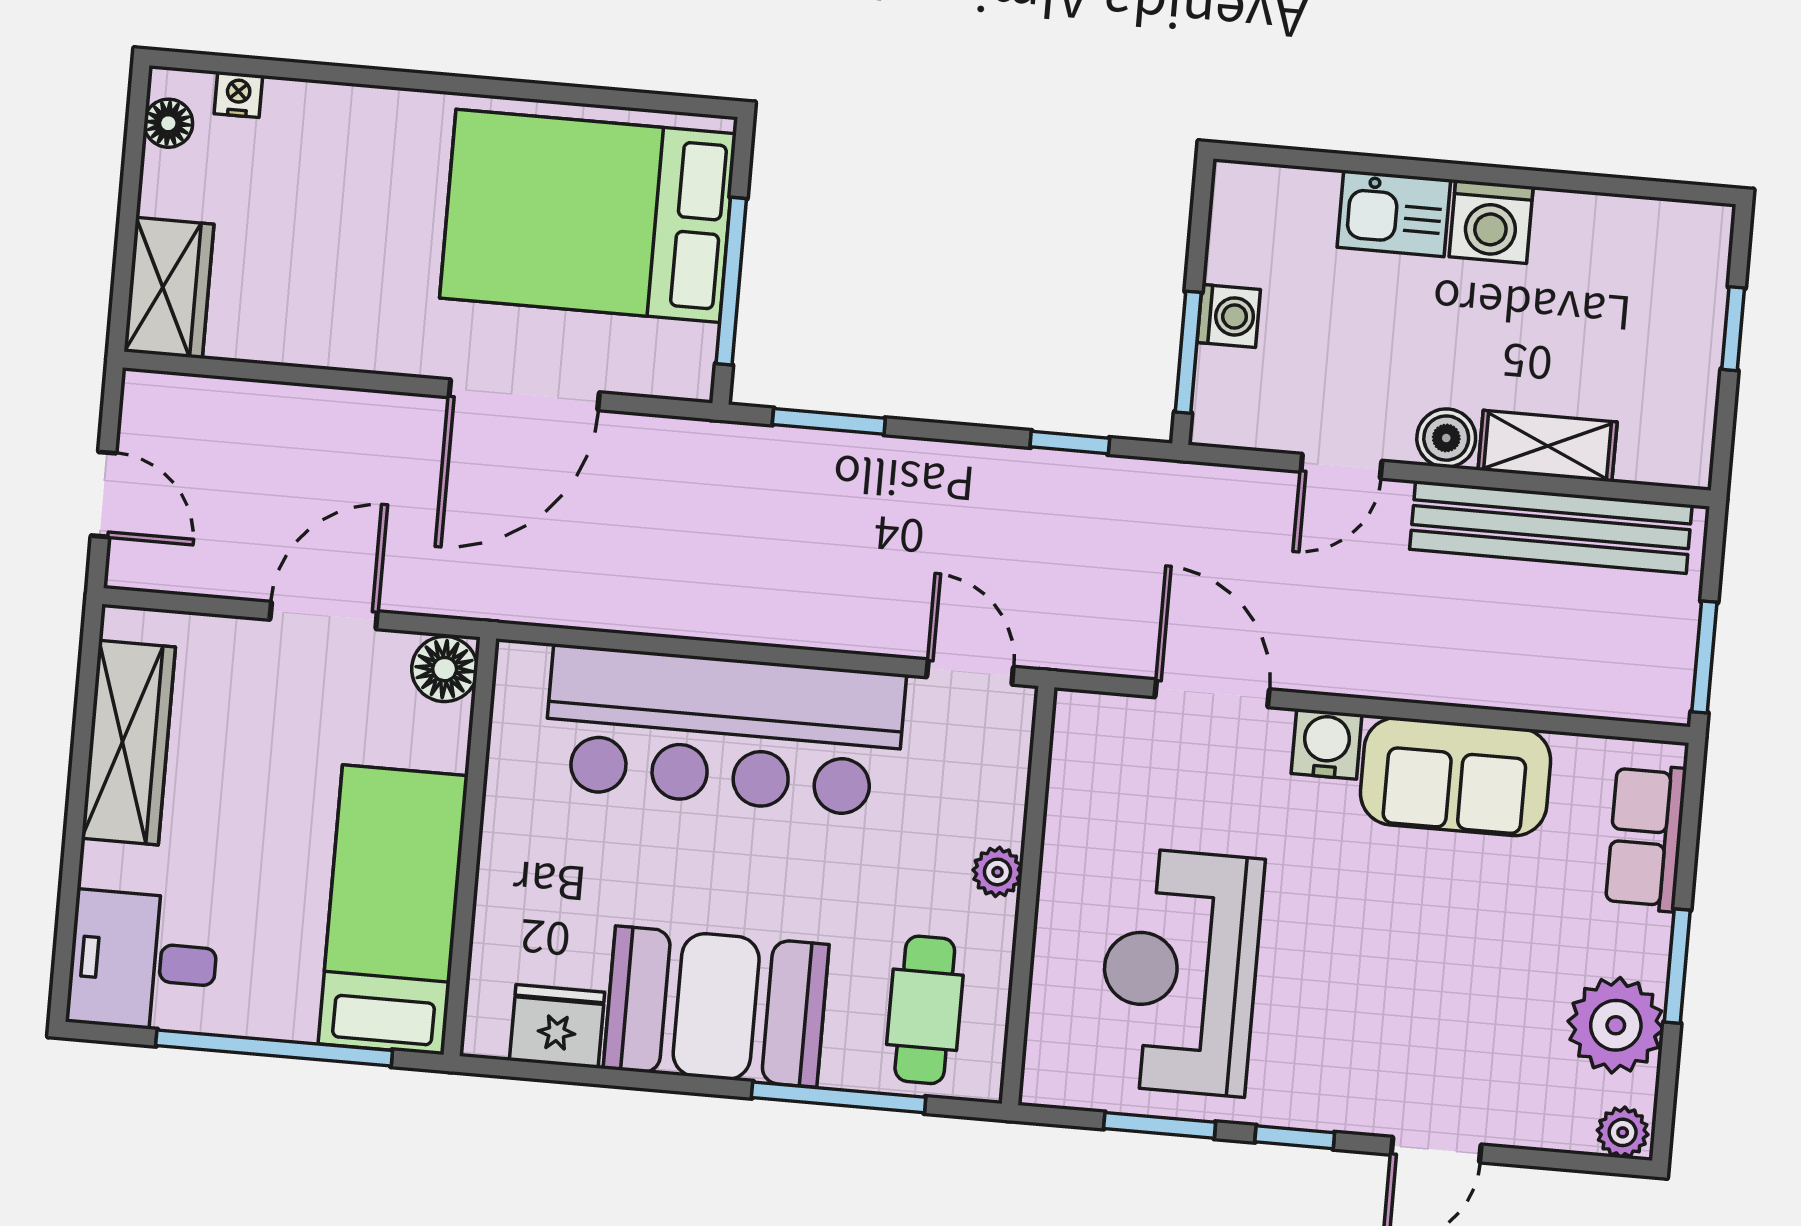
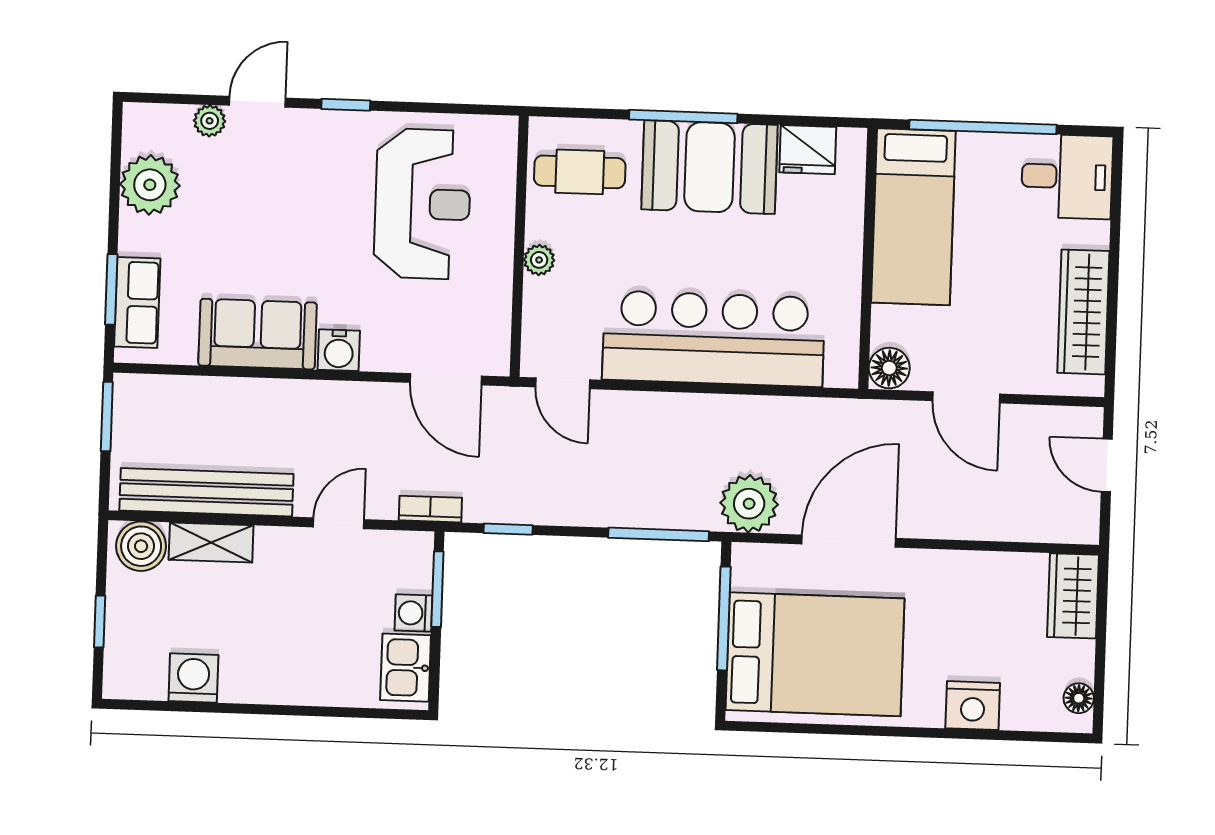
nightstand: (238, 95) -> (973, 706), moved, width x1.89, depth x1.79
kitchen sink: (1394, 213) -> (406, 668), moved, turned -90
washing machine: (1491, 222) -> (193, 678), moved
window: (829, 421) -> (659, 534), width x1.44
boiler: (1446, 438) -> (141, 546), moved, width x1.36, depth x1.36
plant: (681, 463) -> (749, 504), added
bookcase: (1193, 481) -> (430, 509), added
door: (324, 615) -> (966, 397), hinge flipped
door: (1212, 693) -> (446, 379), moved
window: (1677, 966) -> (111, 289), moved
cafe table: (925, 1010) -> (580, 172), turned 90
window: (839, 1097) -> (683, 117), moved
window: (1160, 1125) -> (430, 108), removed
plant: (1623, 1132) -> (210, 121), moved

